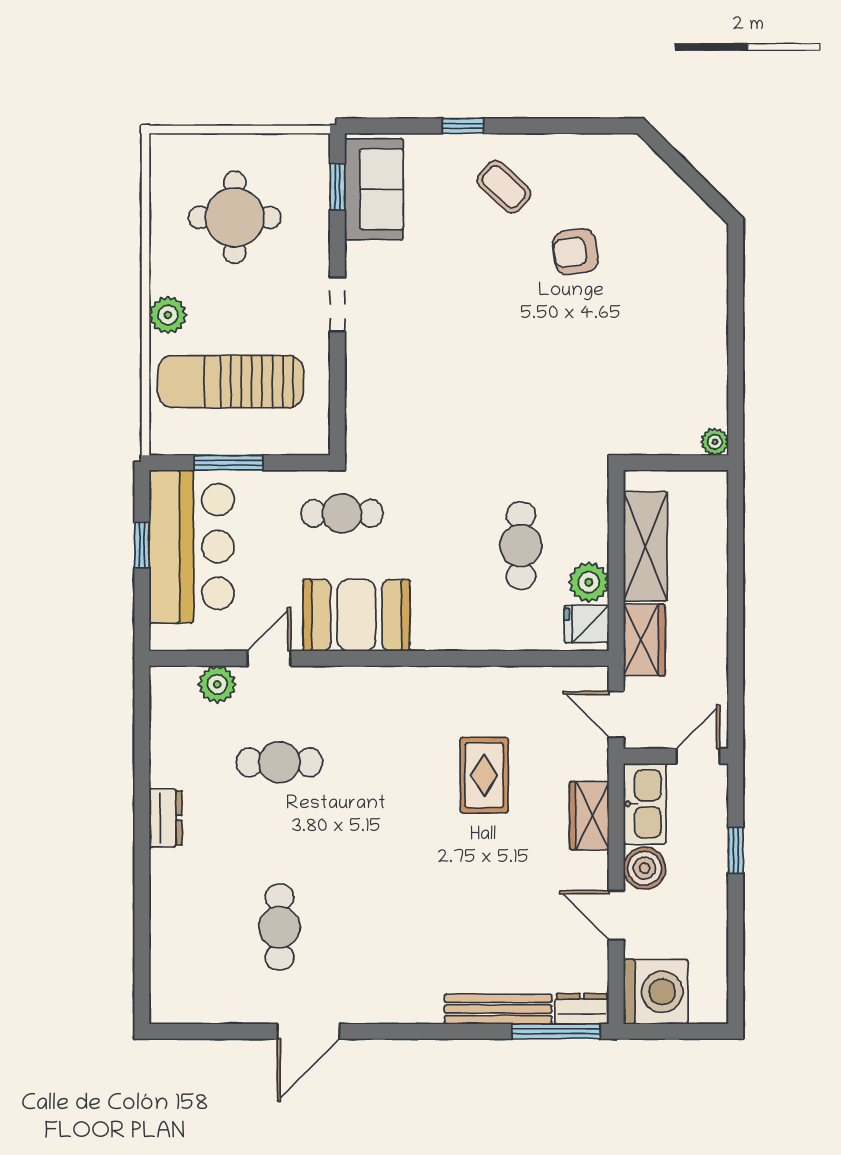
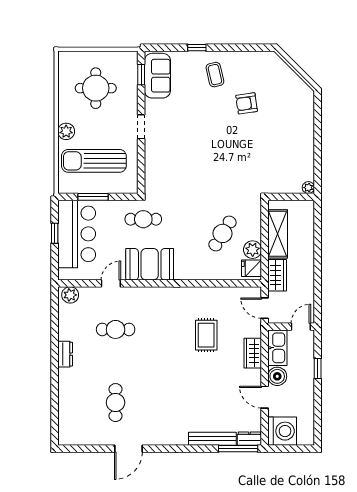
coffee table: (504, 187) -> (215, 75), turned 34
cafe table: (521, 546) -> (223, 233), turned 32
plant: (217, 684) -> (70, 295), moved

